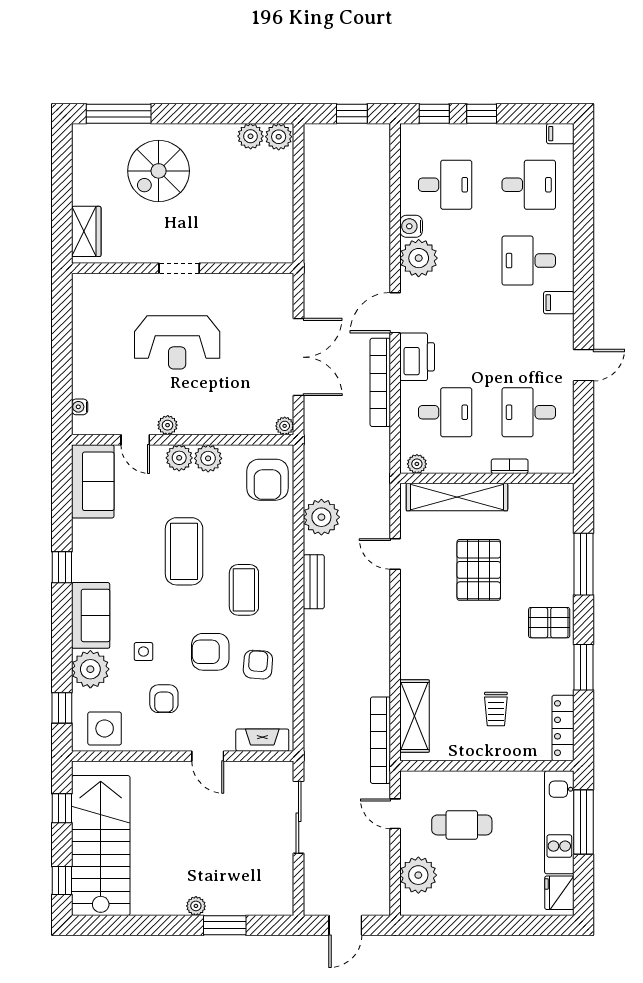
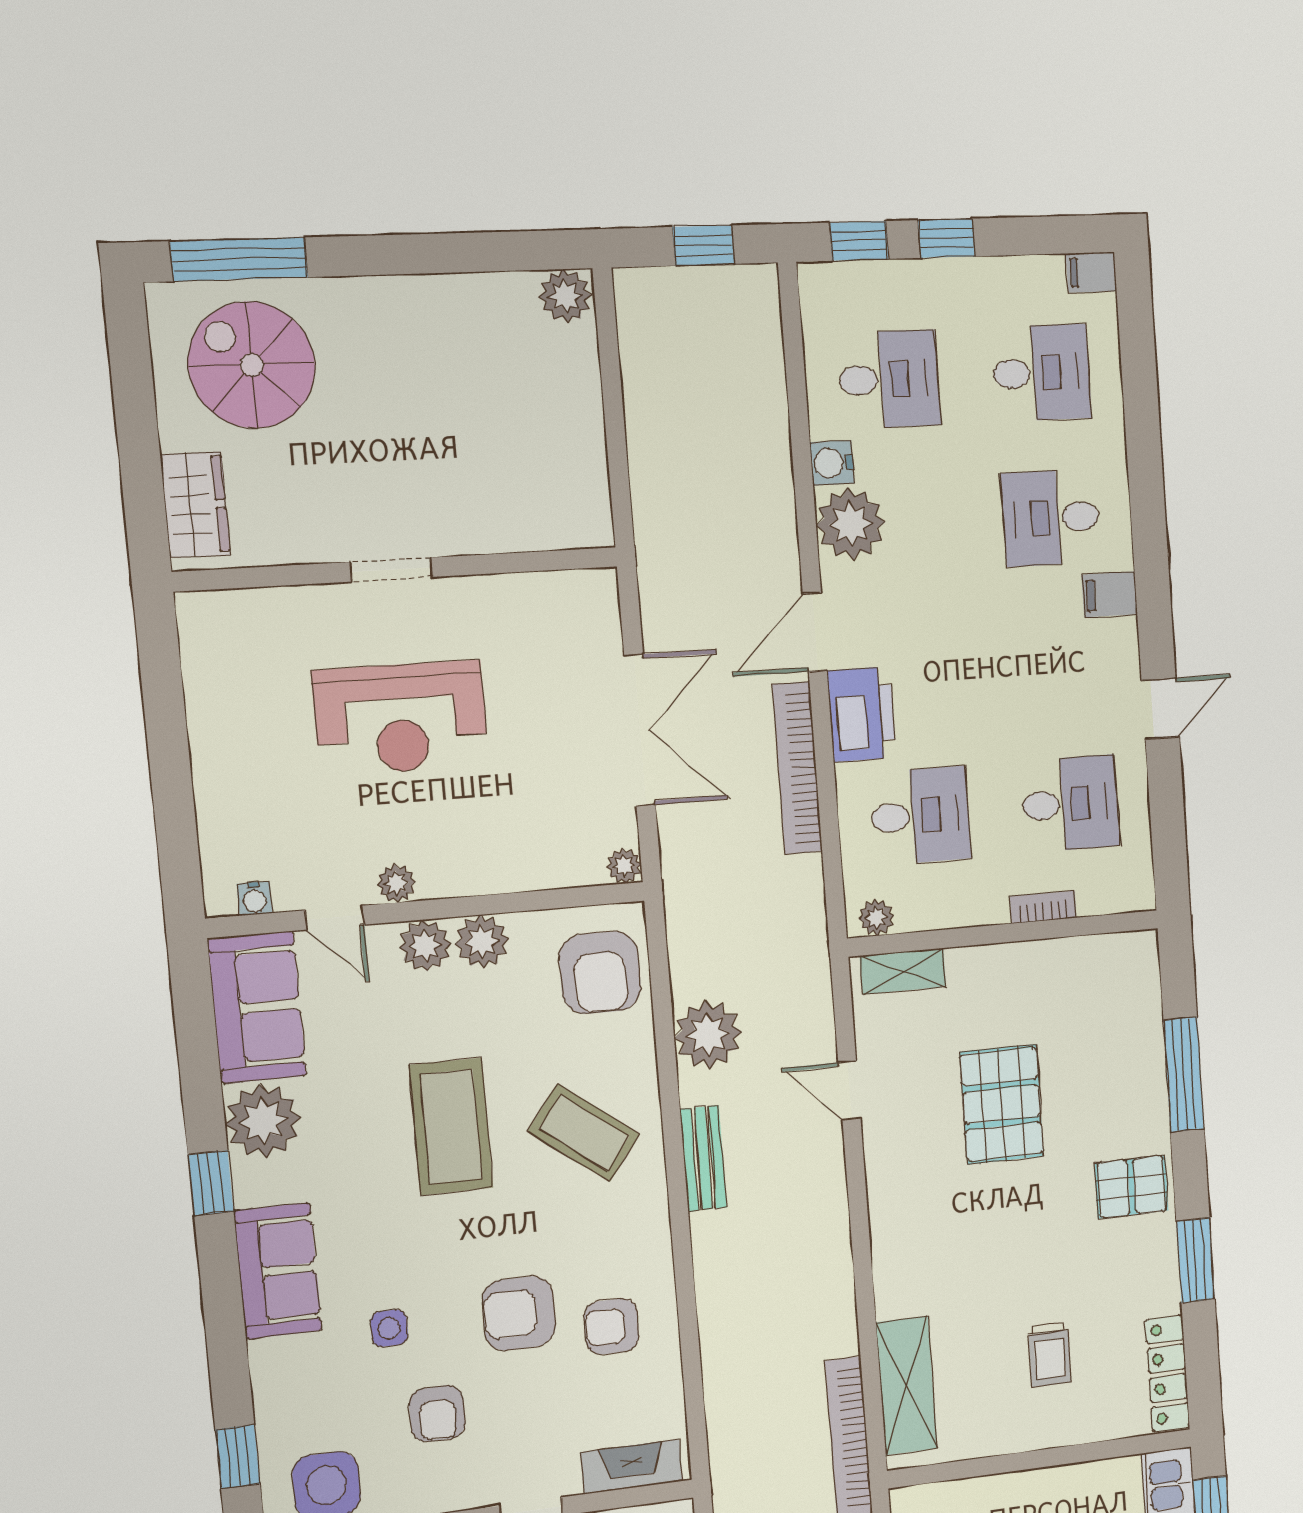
plant: (251, 136) -> (510, 297), removed
spiral stairs: (159, 171) -> (252, 365), moved, turned 90
water cooler: (80, 407) -> (255, 898), moved, turned -90
desk: (529, 412) -> (1070, 804), turned 180
shelving: (457, 497) -> (903, 971), width x0.45, depth x0.75
coffee table: (244, 590) -> (584, 1133), moved, turned -53
armchair: (258, 665) -> (612, 1326), turned -94
plant: (90, 669) -> (263, 1121), moved

